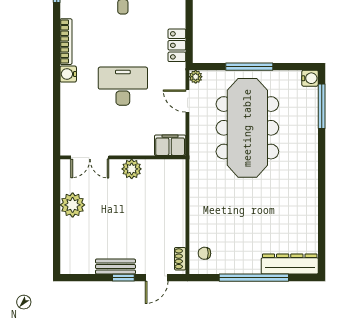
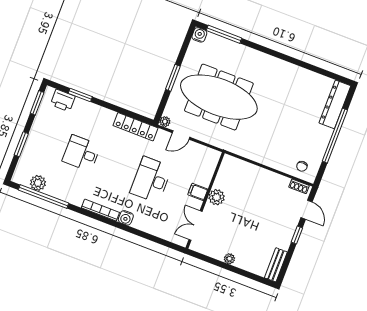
locker: (177, 45) -> (136, 127), width x1.53
window: (249, 67) -> (173, 78), width x0.69
filing cabinet: (170, 145) -> (198, 192), moved, width x0.50
double door: (90, 157) -> (196, 226), swing flipped
plant: (73, 205) -> (229, 259), width x0.53, depth x0.53
bench: (115, 267) -> (276, 265), moved

